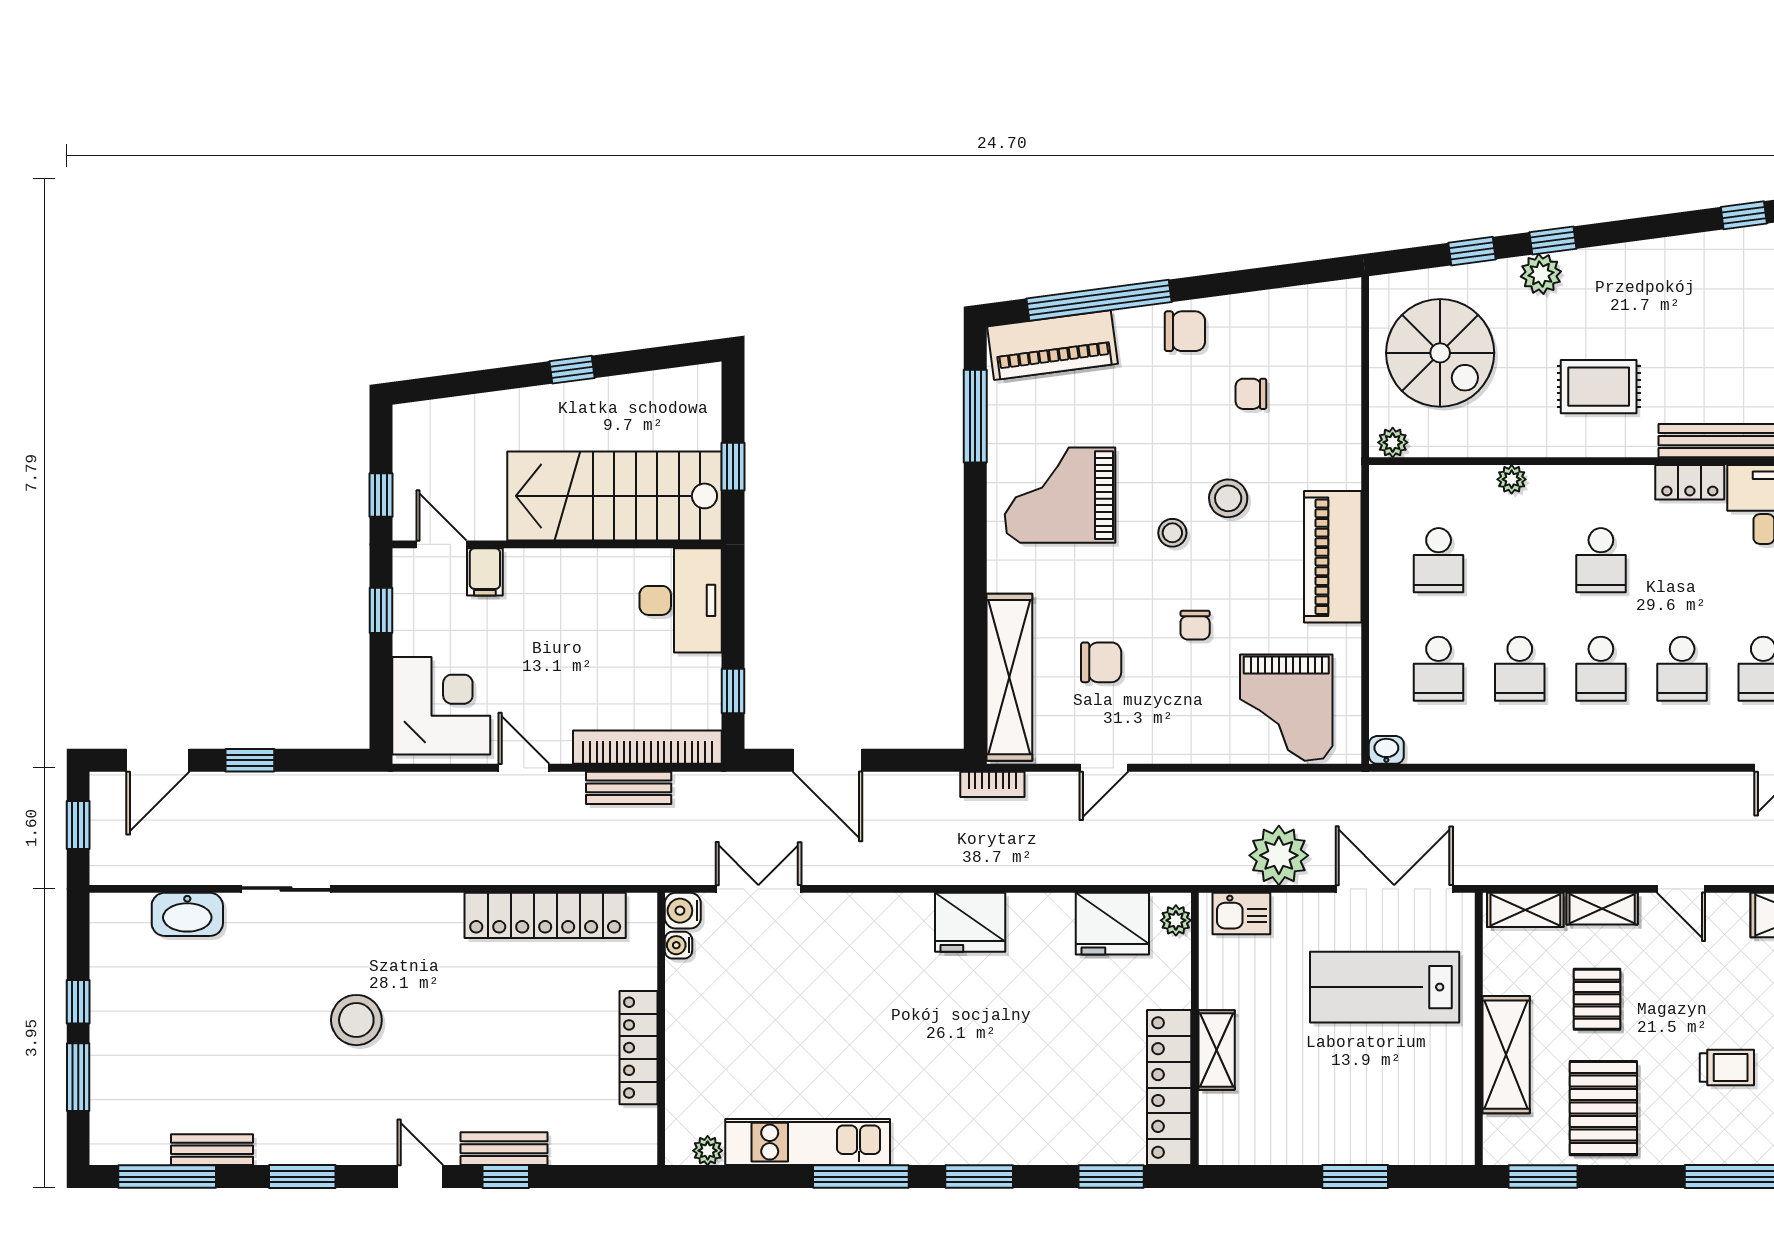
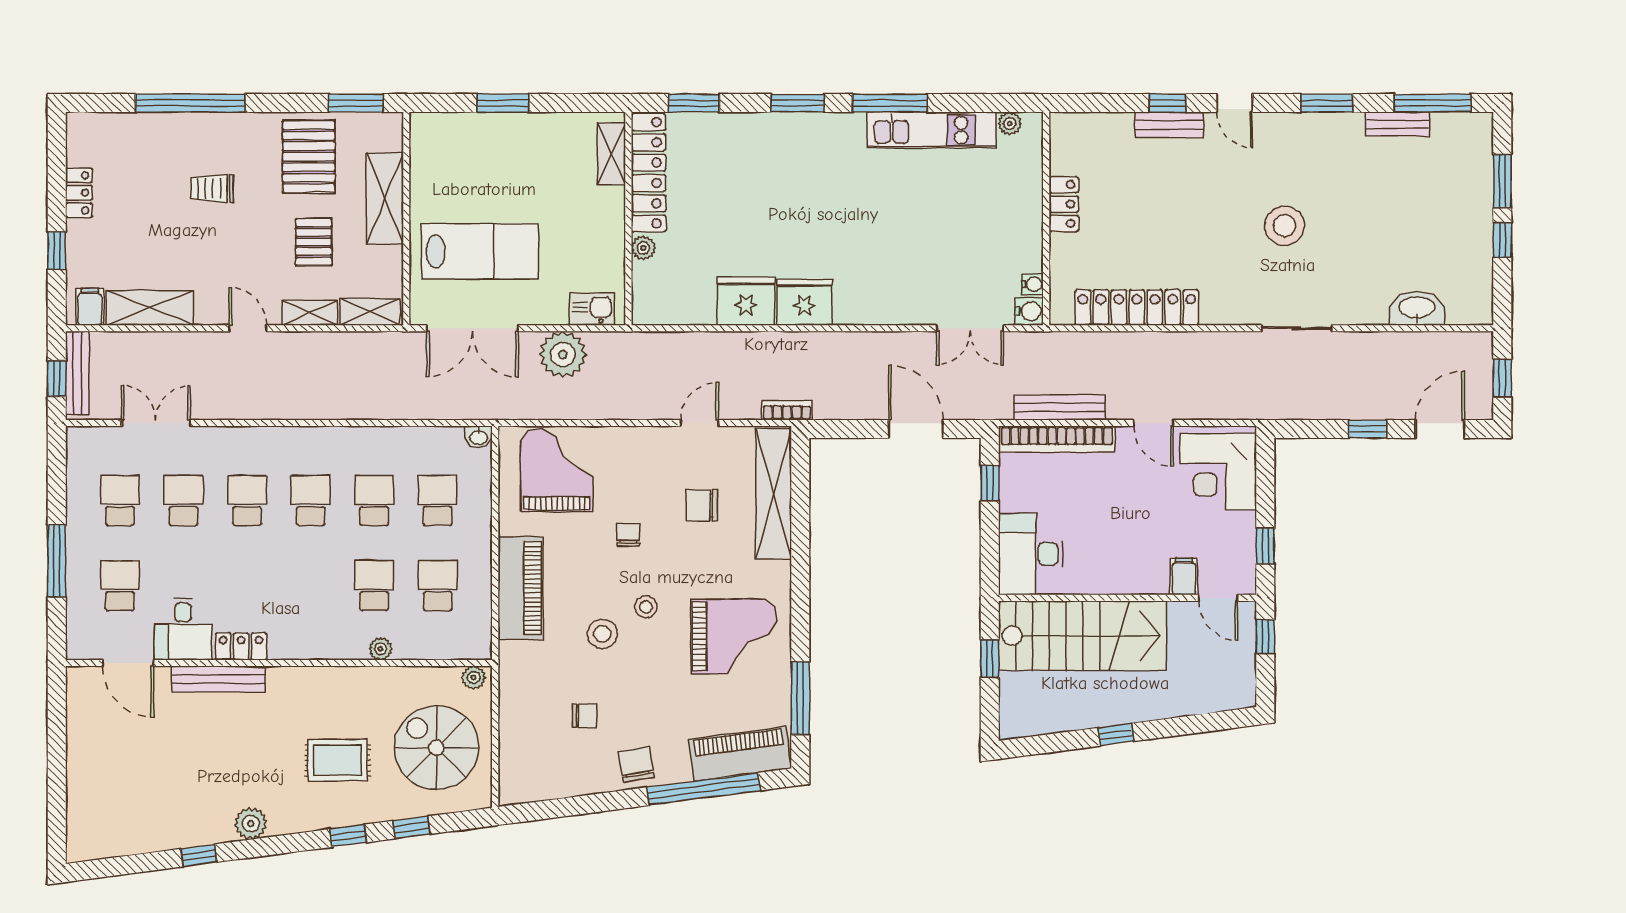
plant: (1541, 274) -> (251, 824), moved
chair: (1185, 331) -> (636, 765), turned 80
rug: (1599, 387) -> (338, 760), moved
school desk: (1601, 560) -> (374, 586), moved
bench: (629, 788) -> (1059, 407), width x1.36
sliding door: (286, 889) -> (1296, 328), moved
plant: (1176, 920) -> (643, 248), moved
fridge: (1112, 924) -> (746, 301), moved
locker: (638, 1048) -> (1064, 204), width x0.66
shelving: (1217, 1050) -> (611, 154), moved

